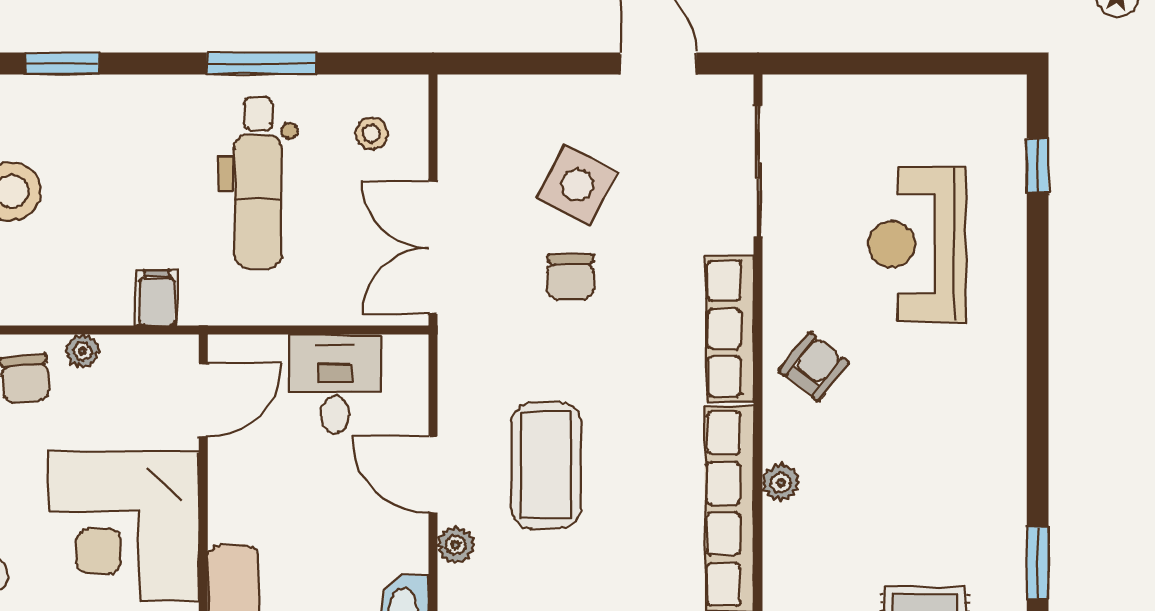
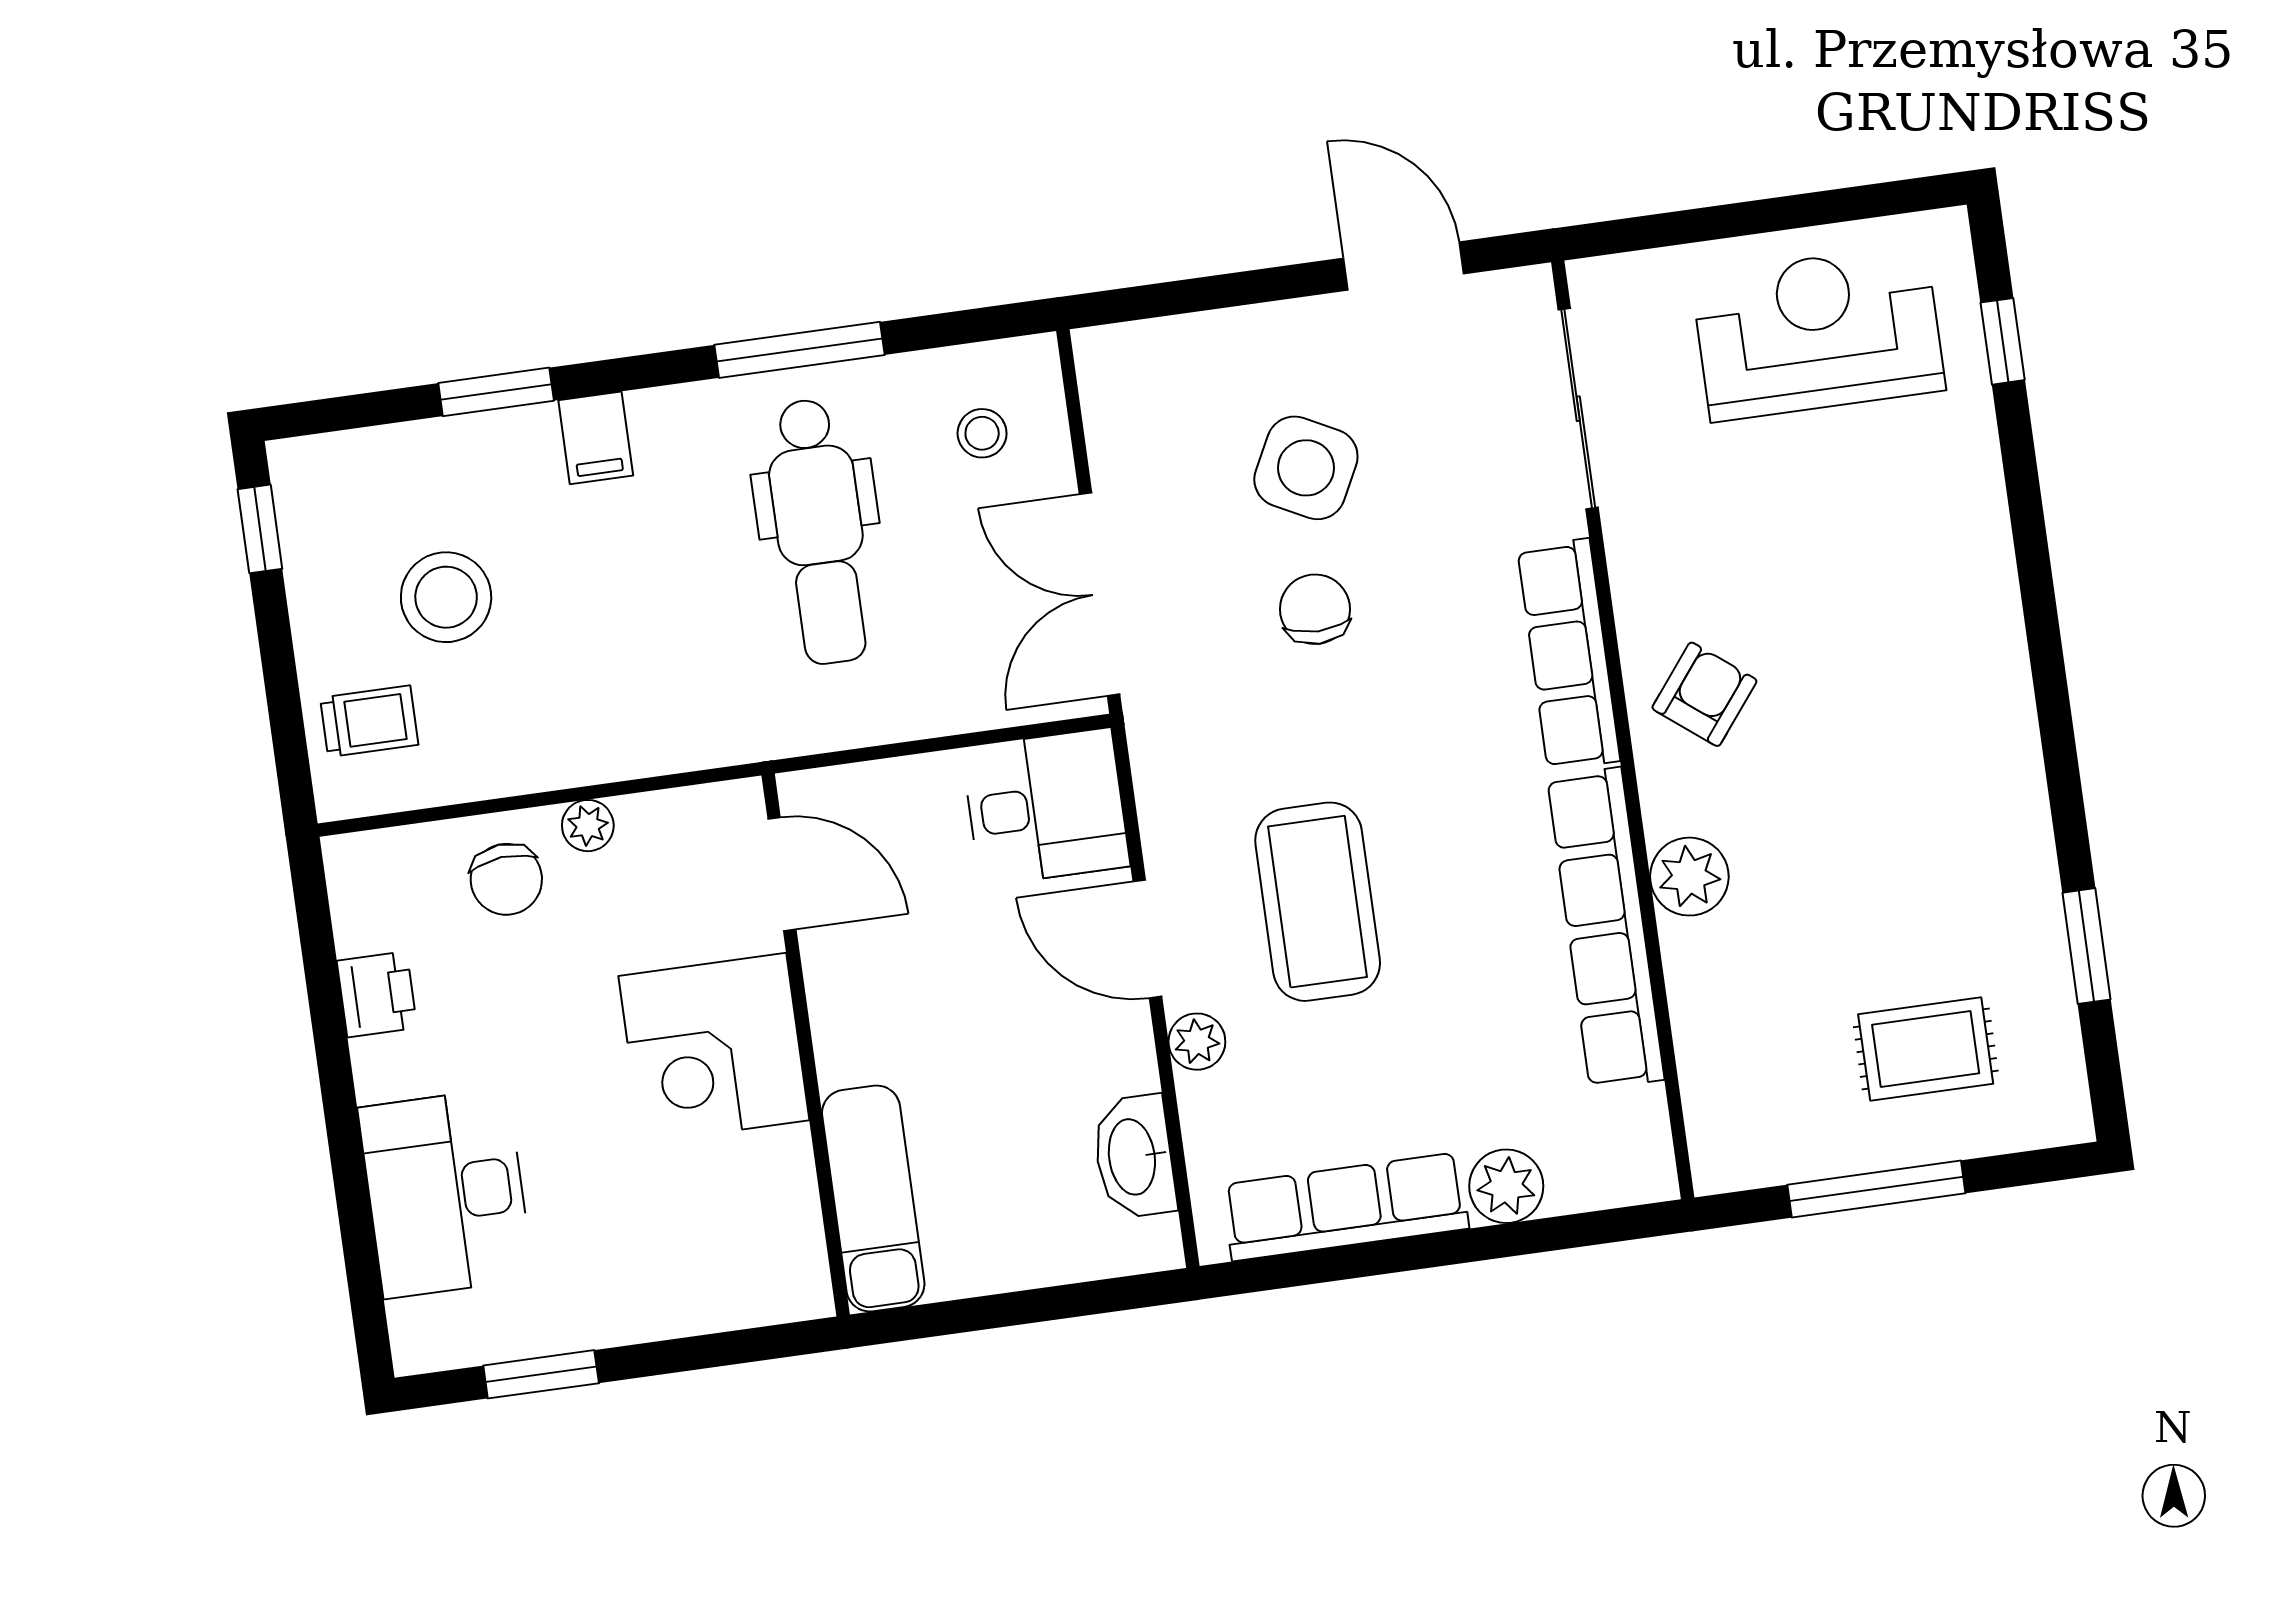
reception desk: (917, 244) -> (1818, 333), moved, turned 90
chair: (570, 277) -> (1315, 609), turned 180
filing cabinet: (157, 298) -> (596, 438), moved, turned 180
desk: (335, 384) -> (1046, 807), moved, turned 90
door: (203, 400) -> (782, 874), hinge flipped
plant: (781, 483) -> (1689, 877), width x1.38, depth x1.38
corner desk: (124, 526) -> (714, 1048), width x0.74, depth x0.74

